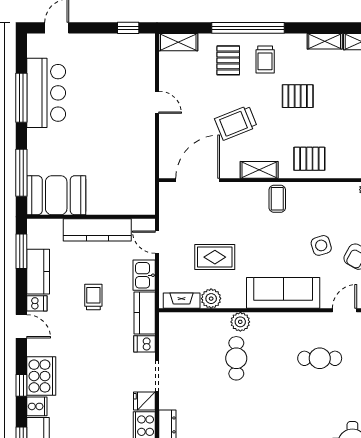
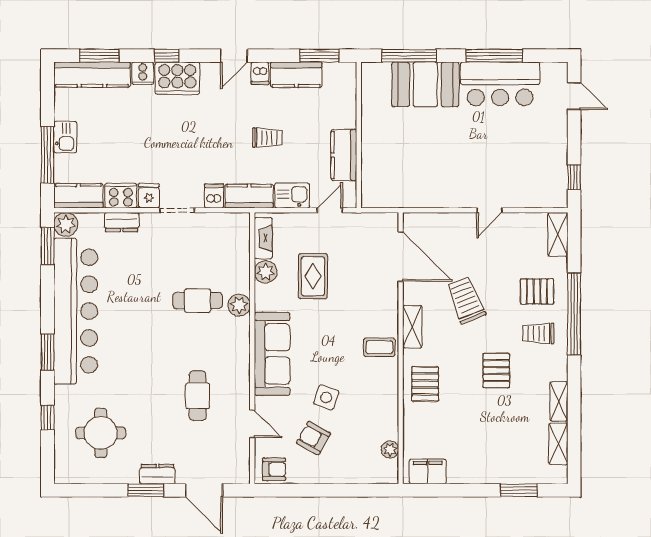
booth: (56, 195) -> (425, 84), moved, turned 90
kitchen counter: (97, 230) -> (344, 155), width x0.67
side table: (321, 245) -> (326, 397), turned 37

